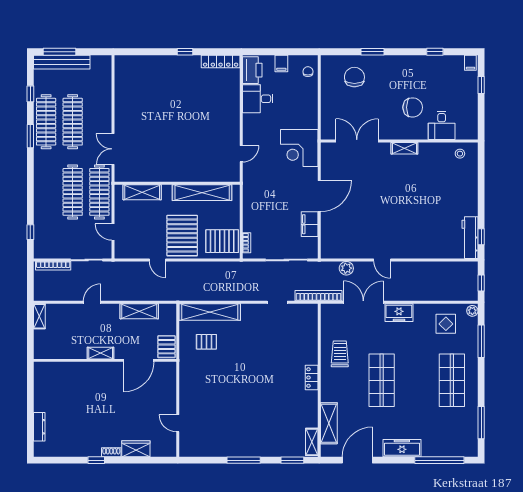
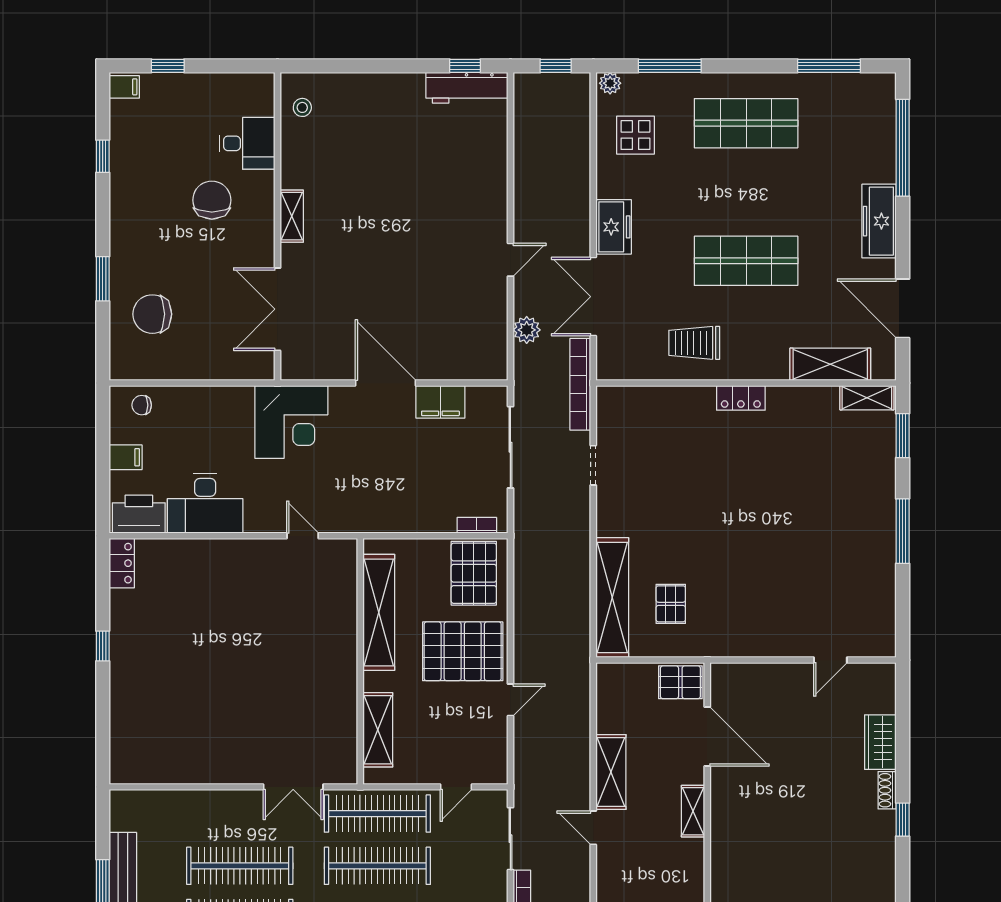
locker: (221, 61) -> (122, 563), width x0.66
desk: (258, 99) -> (205, 503), width x1.37
shelving: (139, 311) -> (611, 772), moved

